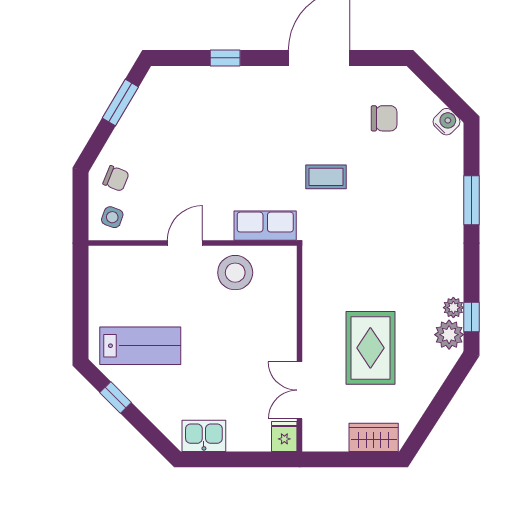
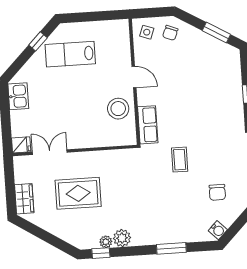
plant: (449, 335) -> (122, 238), moved
lab bench: (140, 346) -> (70, 54), turned 90

